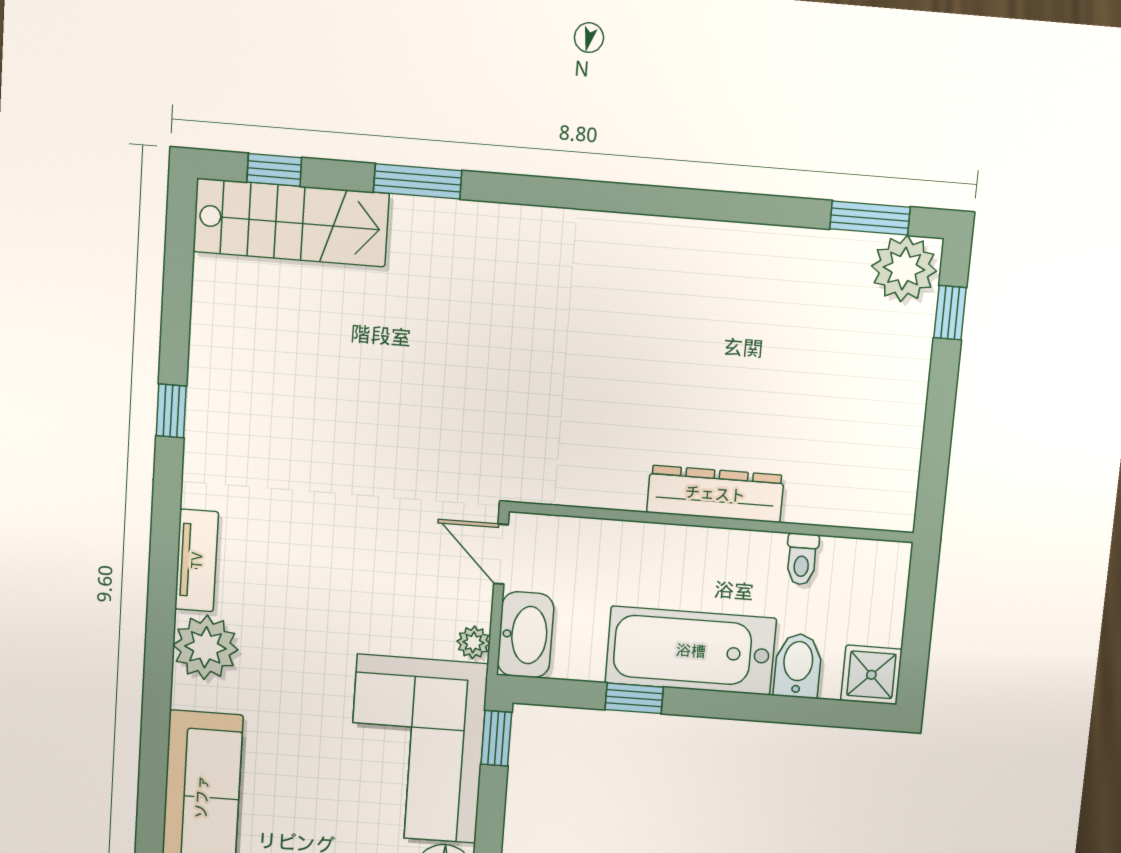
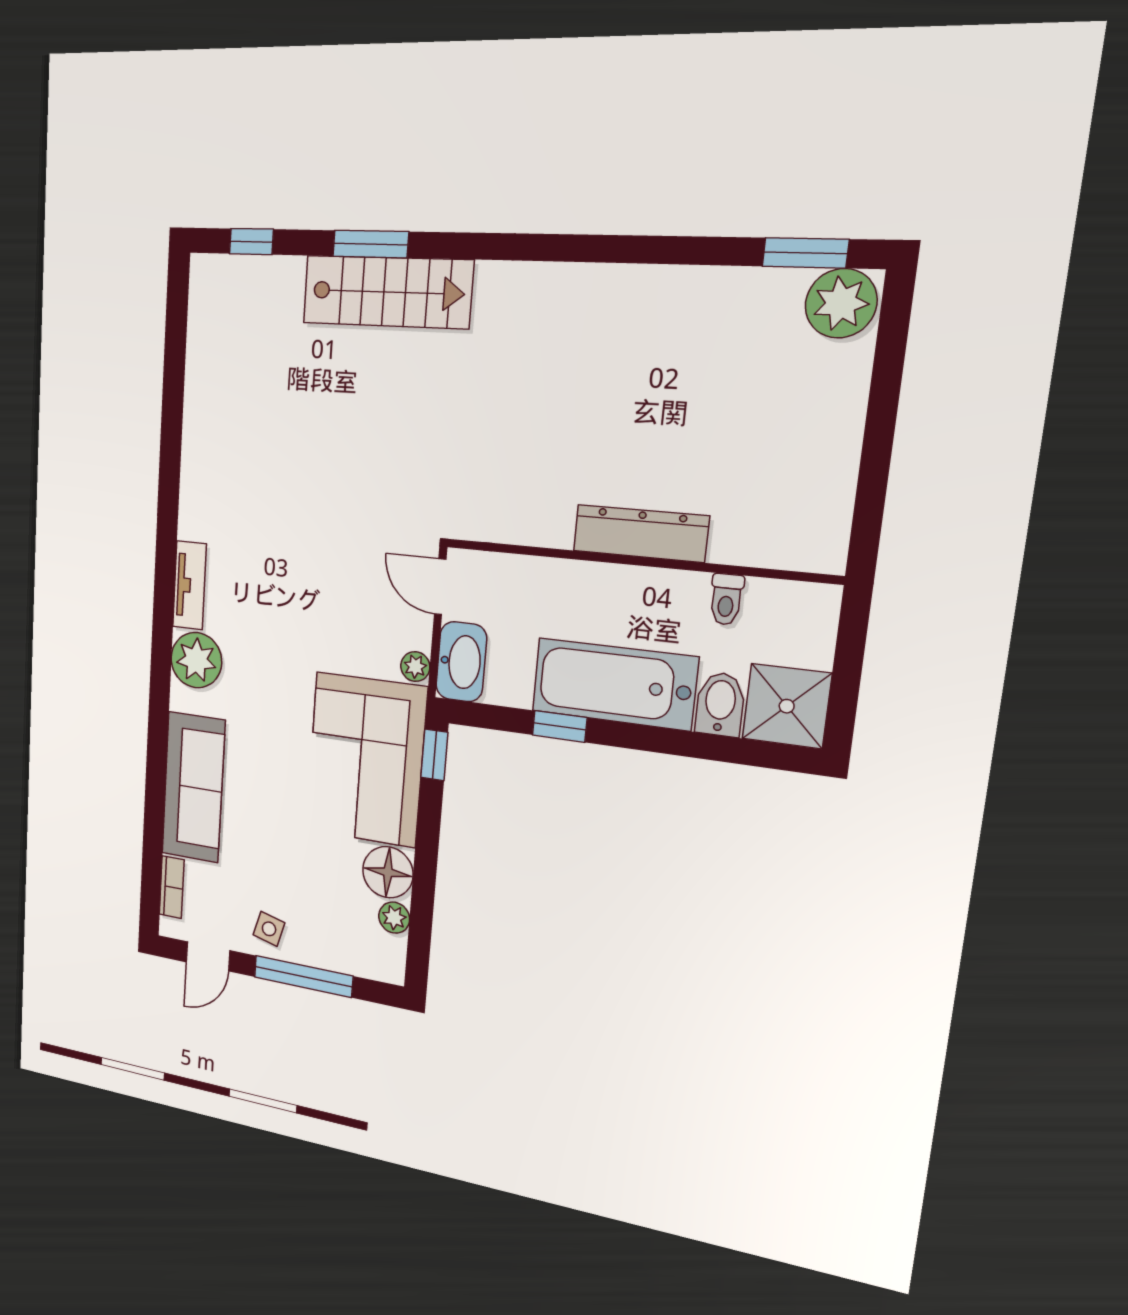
stairs: (291, 223) -> (387, 292), moved
window: (950, 313) -> (891, 347), removed
window: (171, 411) -> (170, 457), removed
shower: (871, 675) -> (787, 706), width x1.36, depth x1.36

